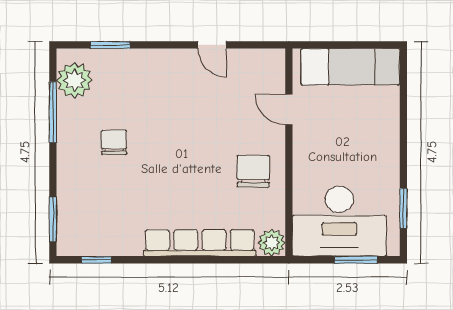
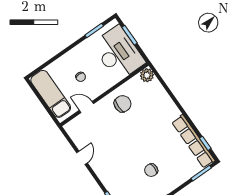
door: (289, 110) -> (86, 107), swing flipped
chair: (344, 134) -> (81, 77), added
chair: (253, 171) -> (123, 104), turned 180
row of seats: (200, 243) -> (193, 141), moved

